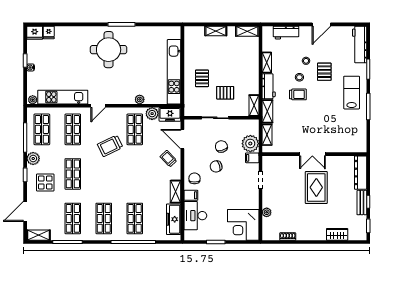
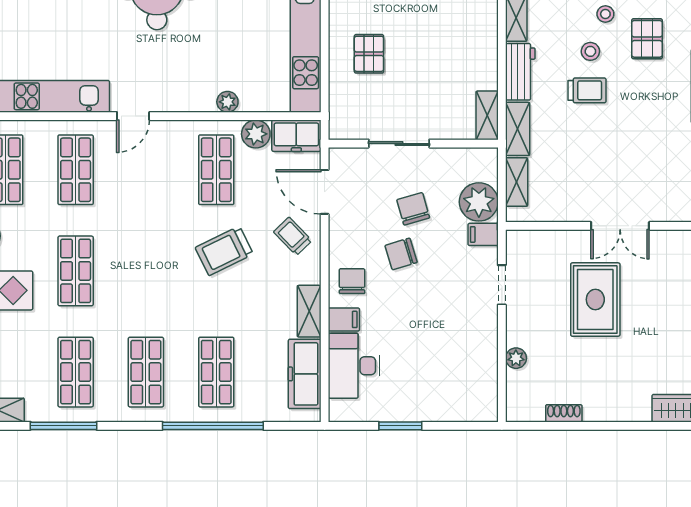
pallet: (225, 93) -> (422, 86), removed
trolley: (110, 146) -> (224, 251), moved
rug: (316, 187) -> (595, 300), moved
corner desk: (243, 225) -> (463, 387), removed

